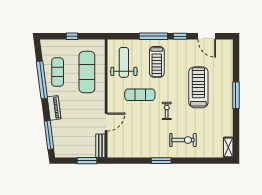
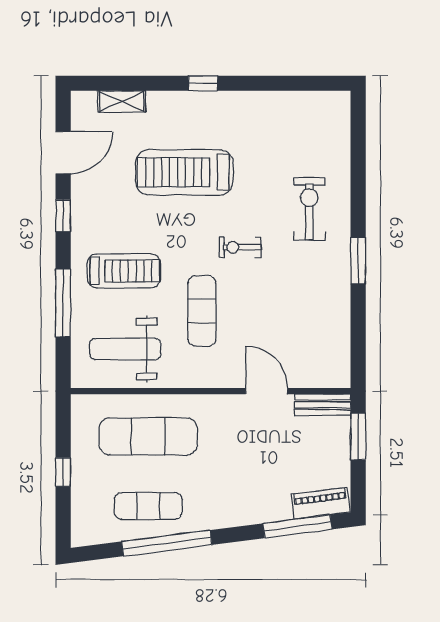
window: (153, 36) -> (63, 303), moved
window: (236, 95) -> (203, 83), width x0.46
piano: (54, 108) -> (321, 503), moved
shelving: (228, 147) -> (122, 101), moved

